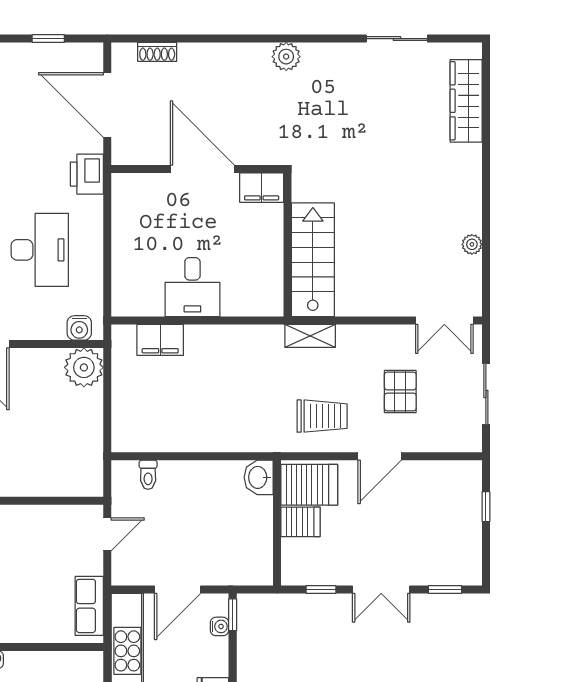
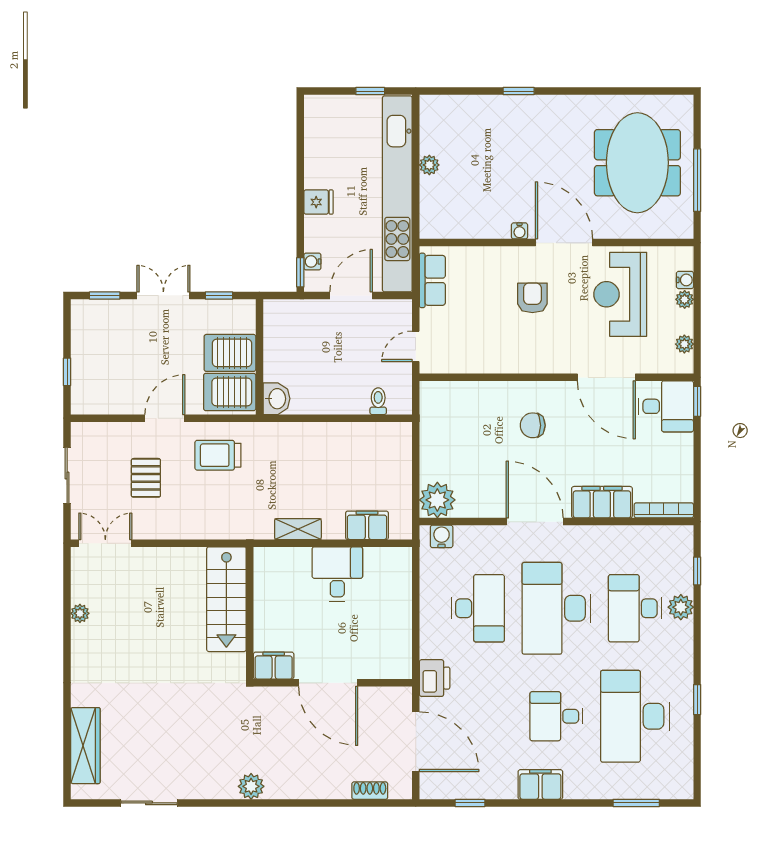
desk: (40, 250) -> (478, 608), turned 180
shelving: (310, 336) -> (298, 529), moved
server rack: (300, 522) -> (230, 353), width x1.36, depth x1.44

